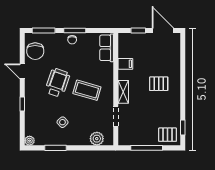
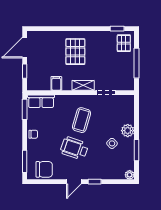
window: (75, 31) -> (25, 109), moved
door: (22, 71) -> (74, 182), moved
pallet: (159, 84) -> (75, 52), width x1.50, depth x1.42
plant: (97, 139) -> (128, 131), moved

